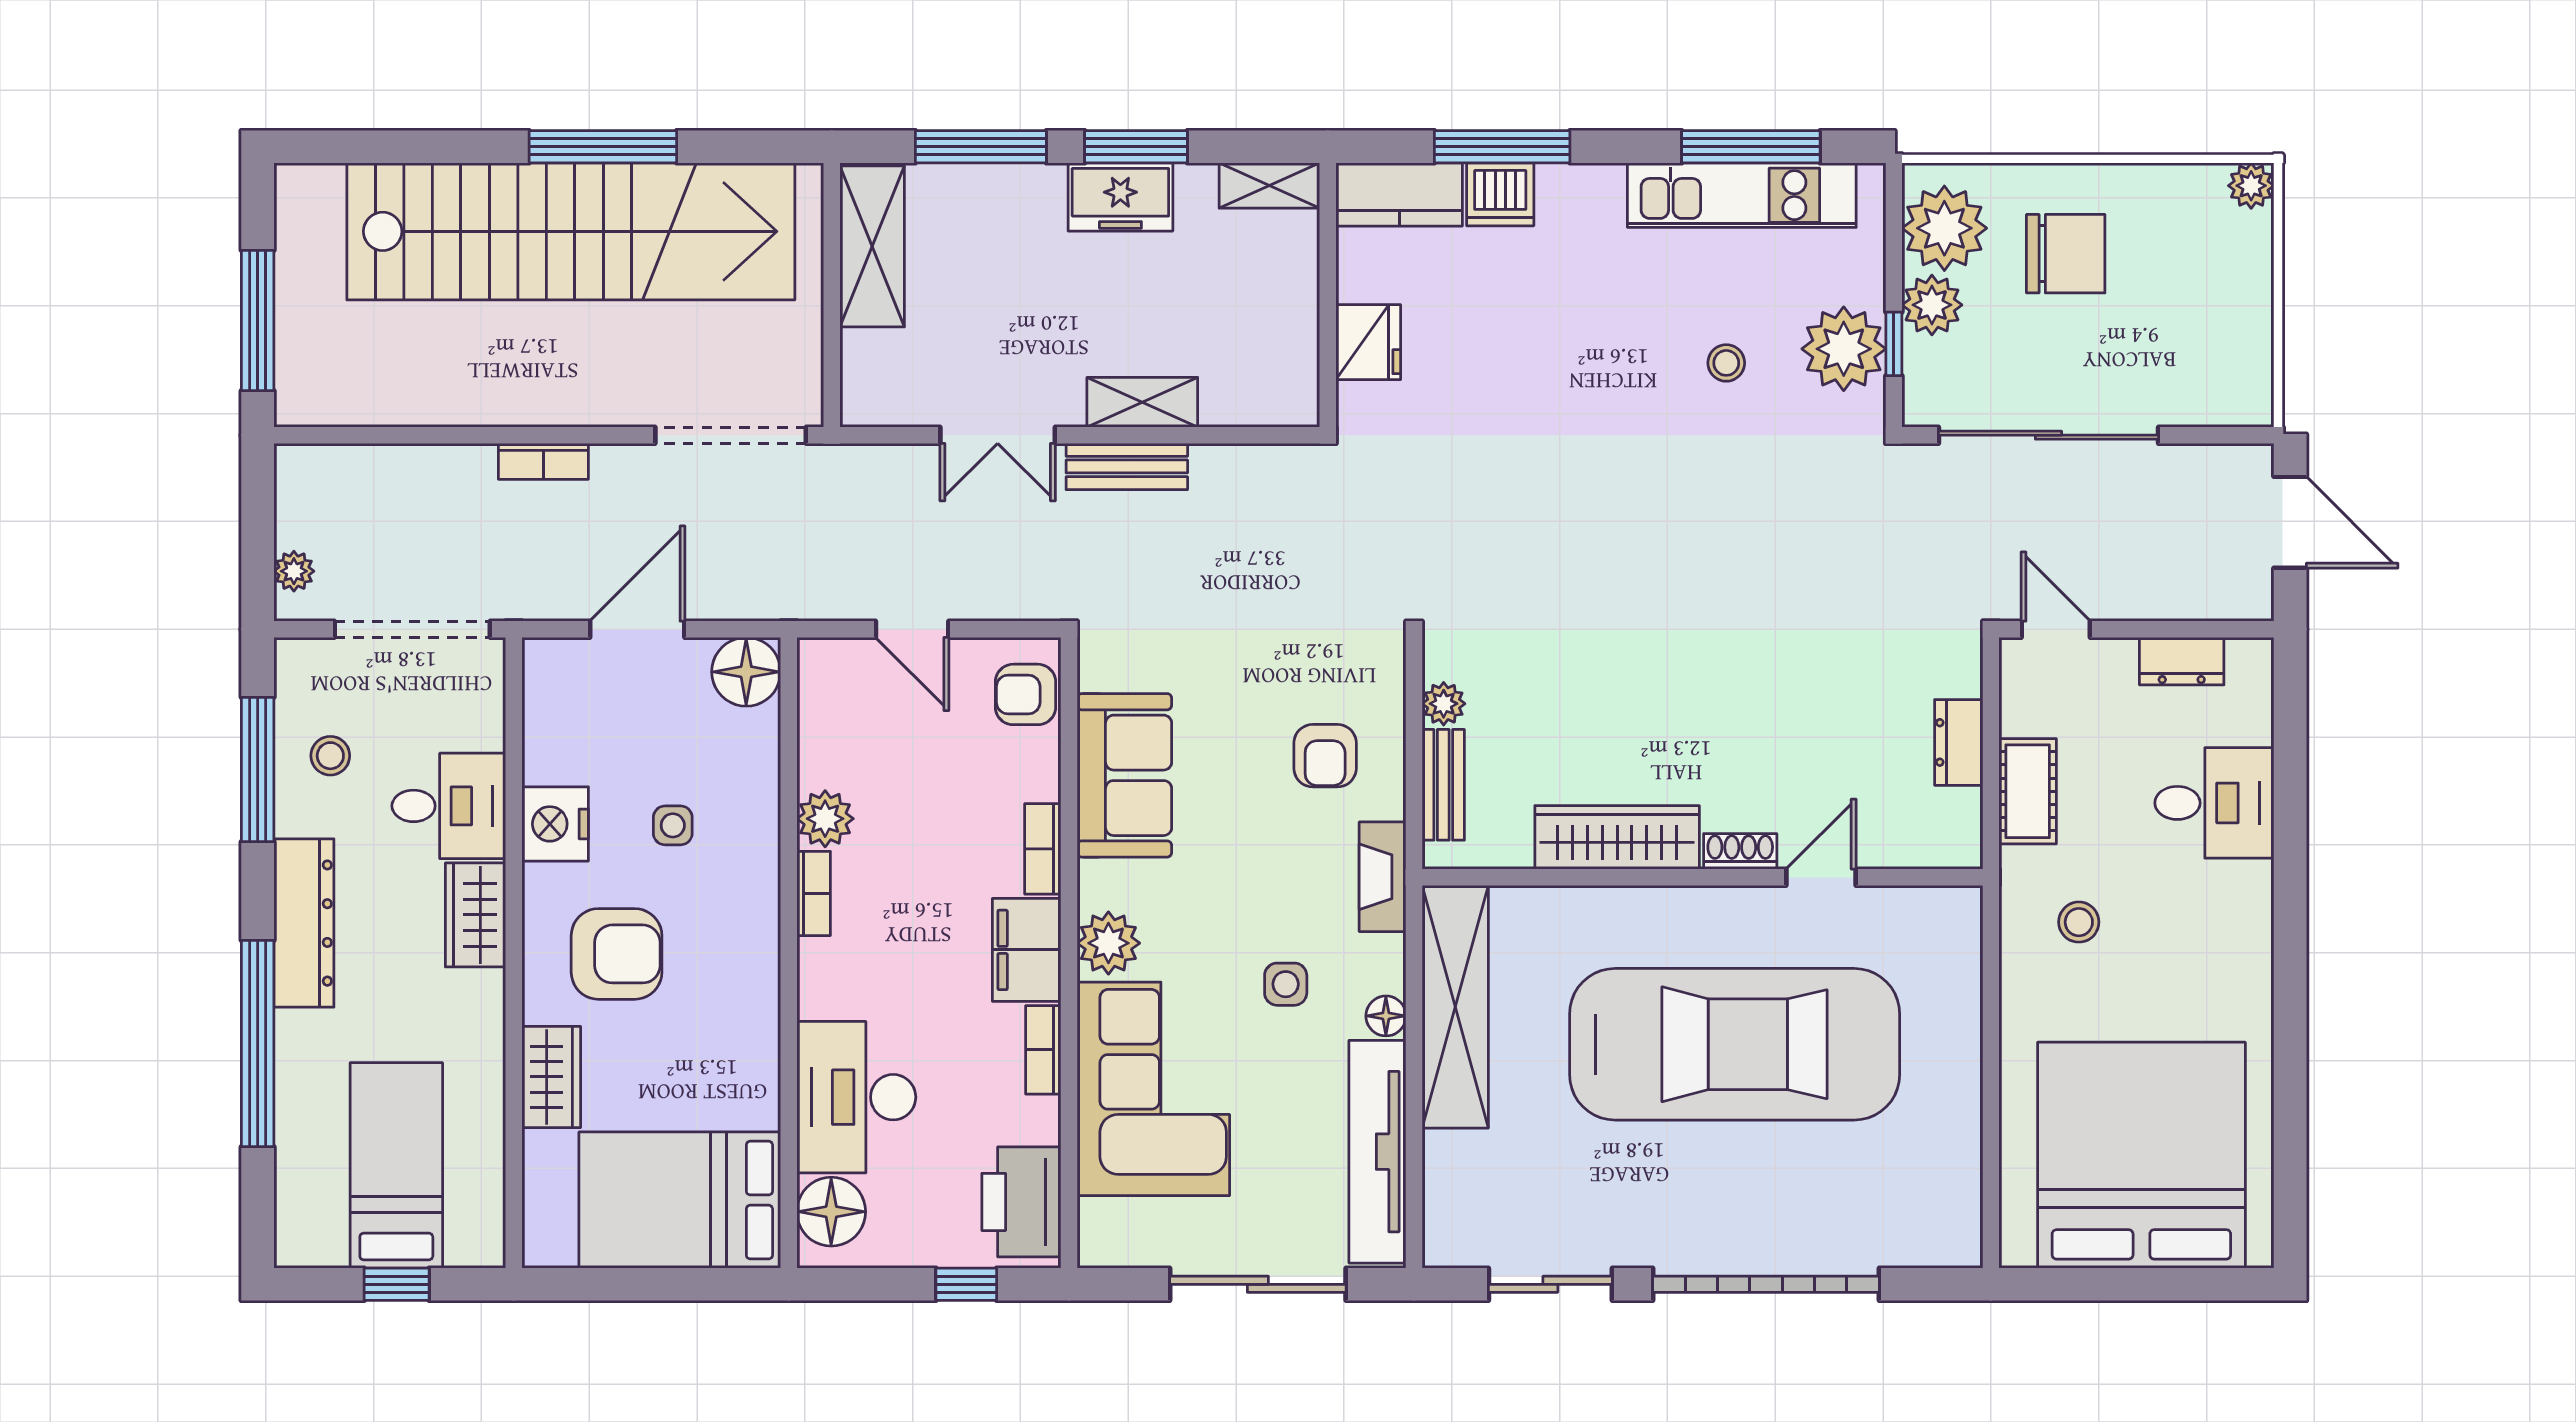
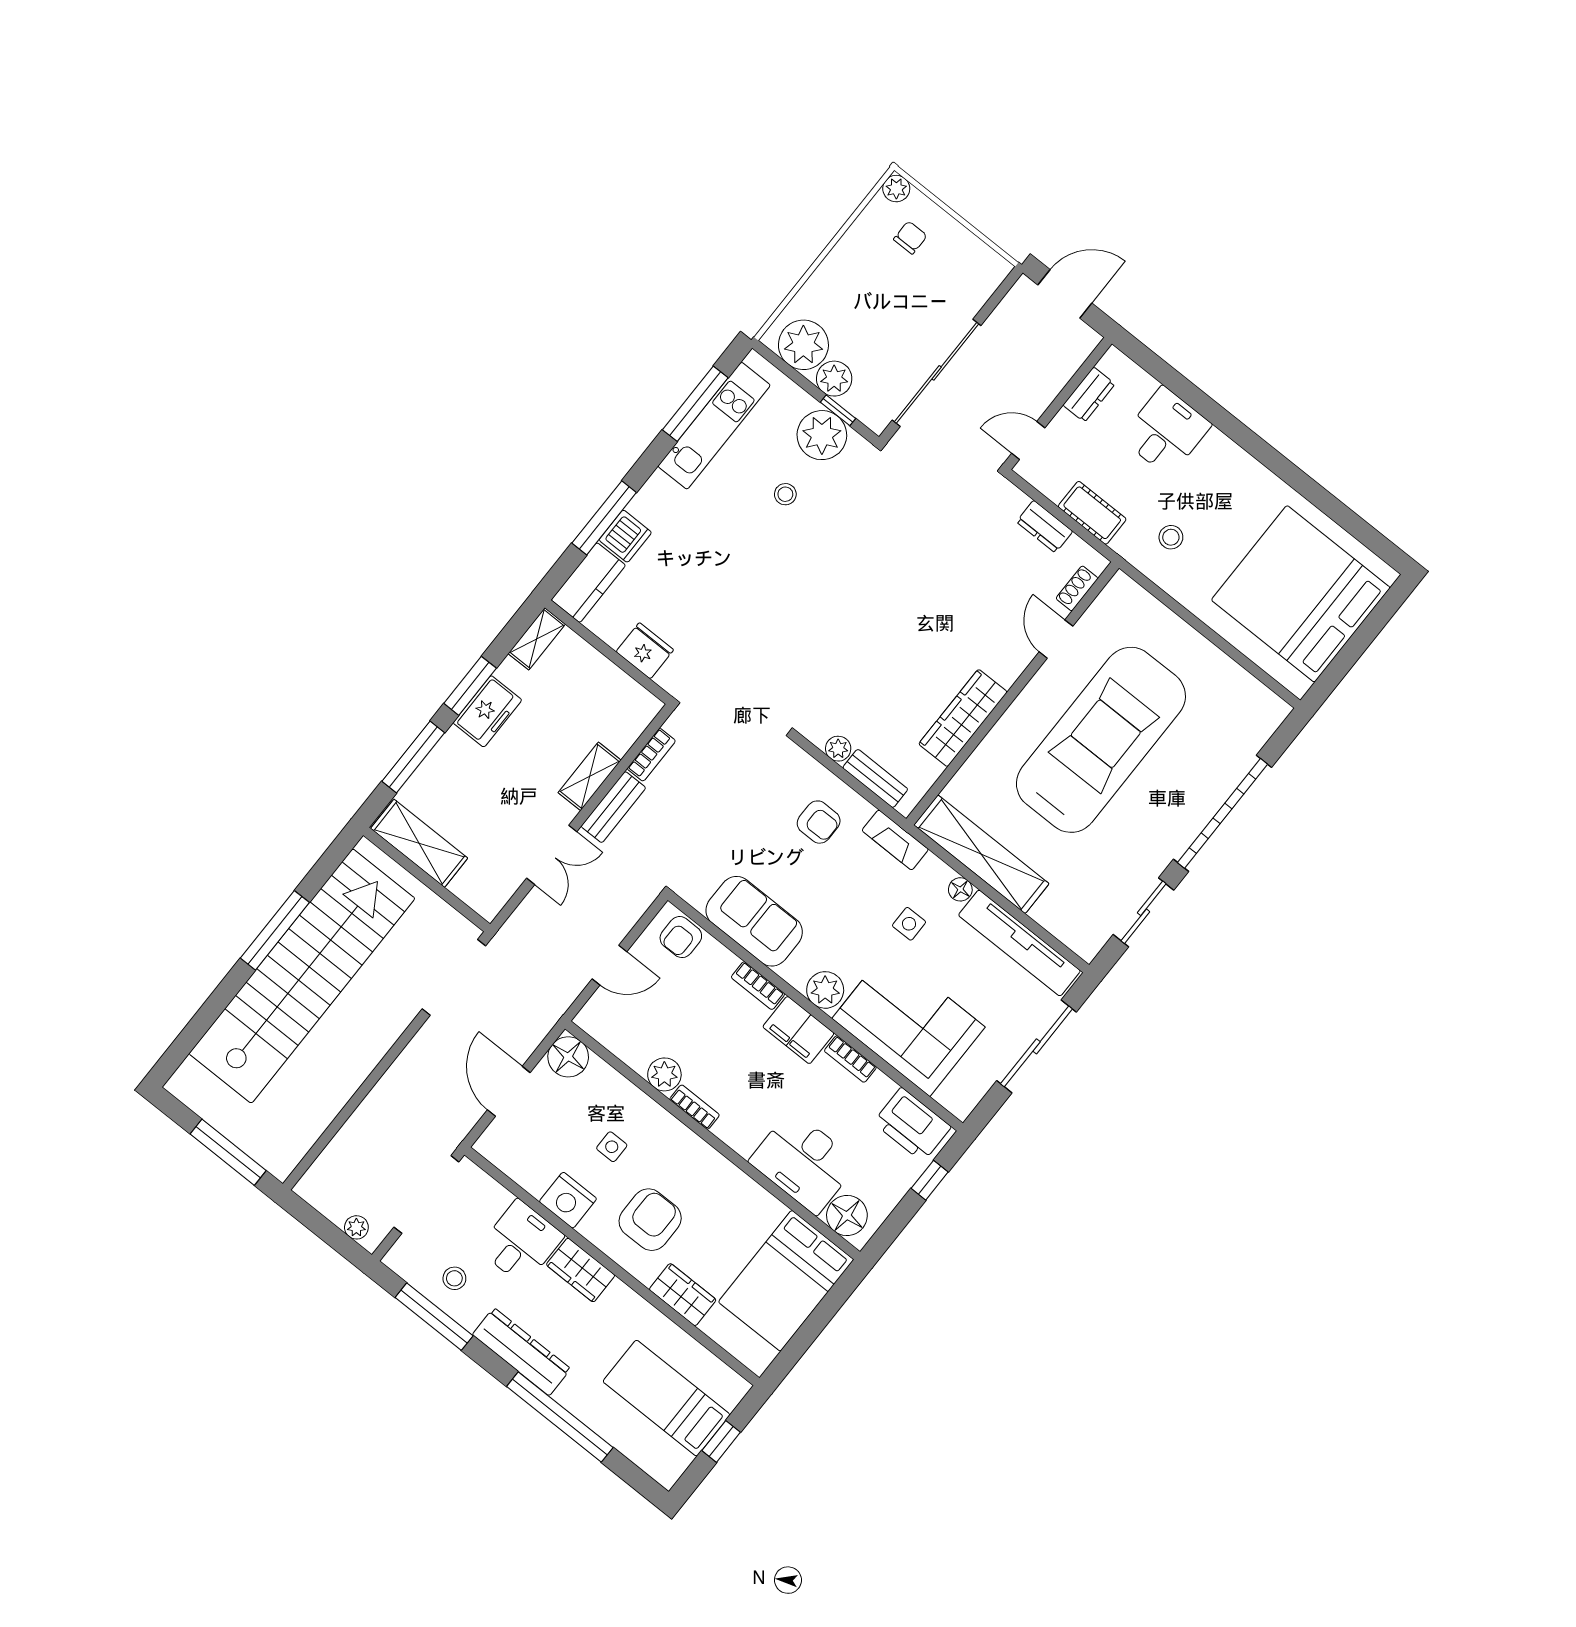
chair: (2066, 254) -> (910, 238), moved, width x0.54, depth x0.54
bookcase: (543, 461) -> (651, 755), moved
shoe rack: (1740, 851) -> (1077, 588), moved

